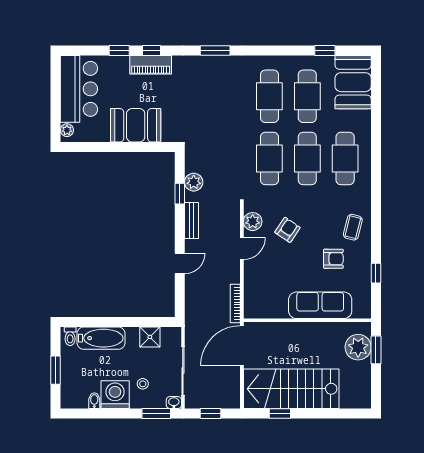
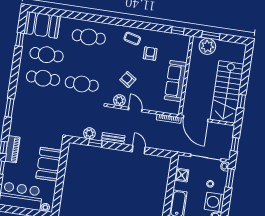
cafe table: (307, 158) -> (85, 60), removed
window: (376, 273) -> (178, 31), moved
sofa: (320, 305) -> (176, 81), moved

